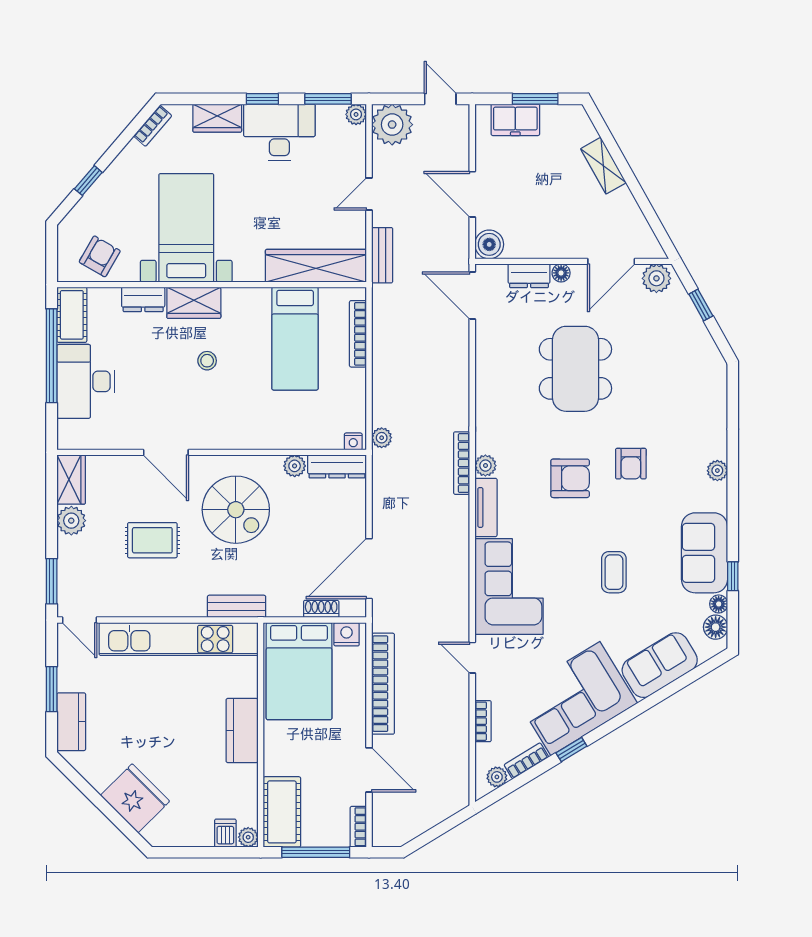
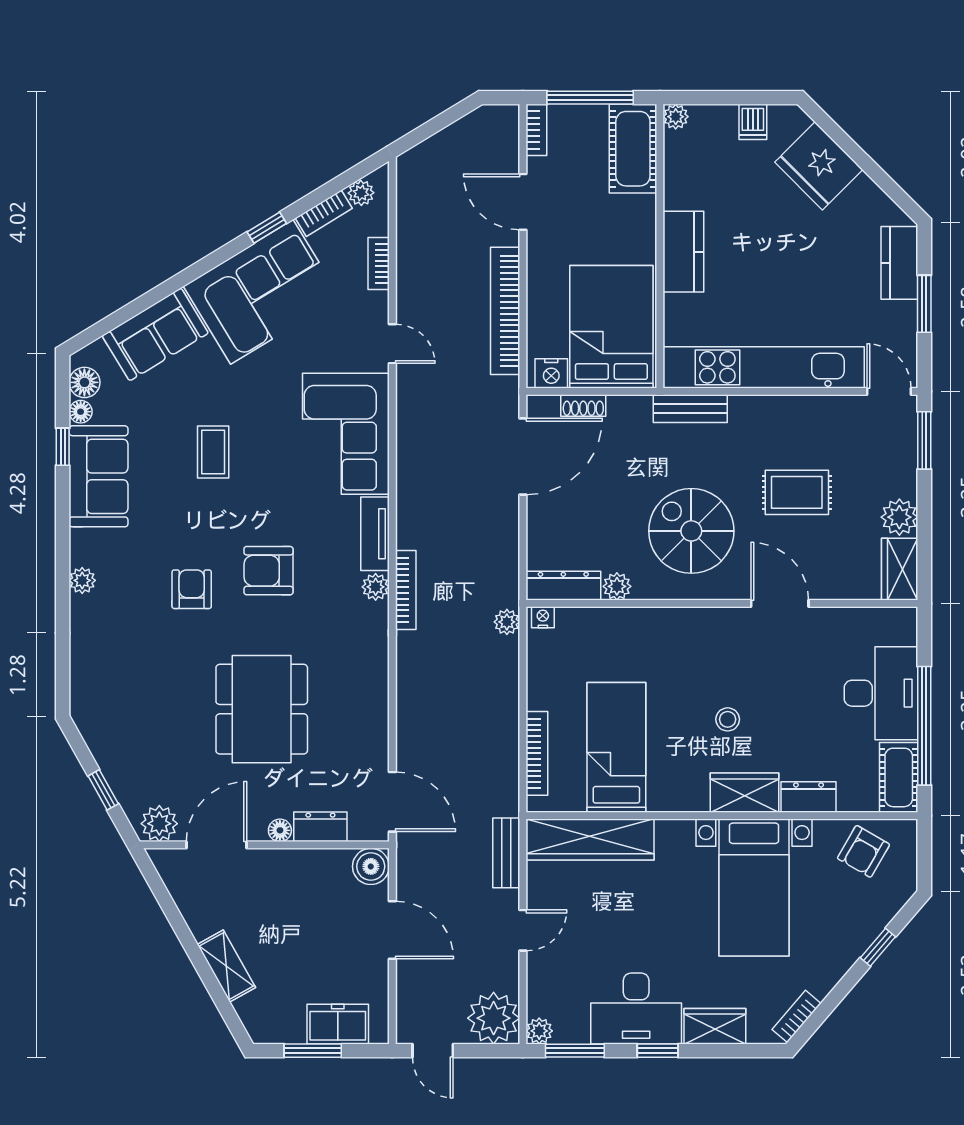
dishwasher: (225, 833) -> (753, 122), moved

